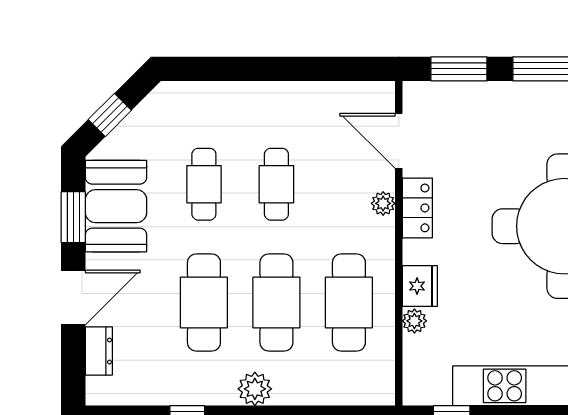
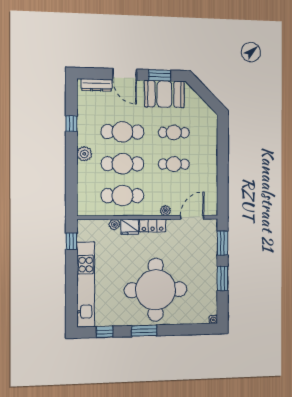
window: (110, 115) -> (203, 92), removed
locker: (417, 208) -> (153, 226), moved
dresser: (99, 351) -> (96, 85), width x1.44

